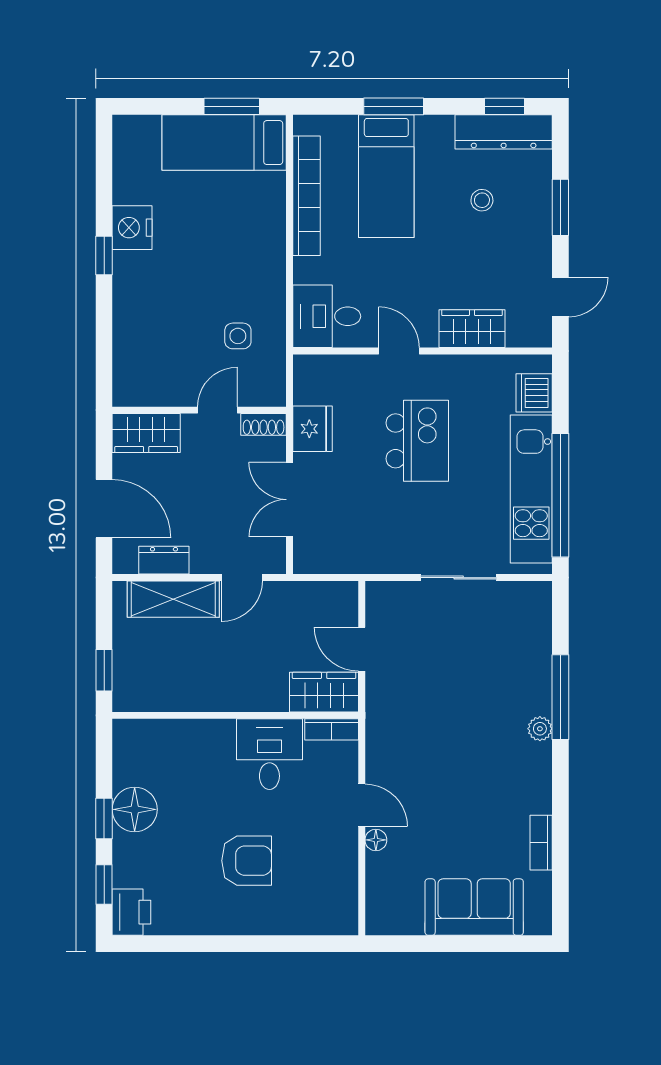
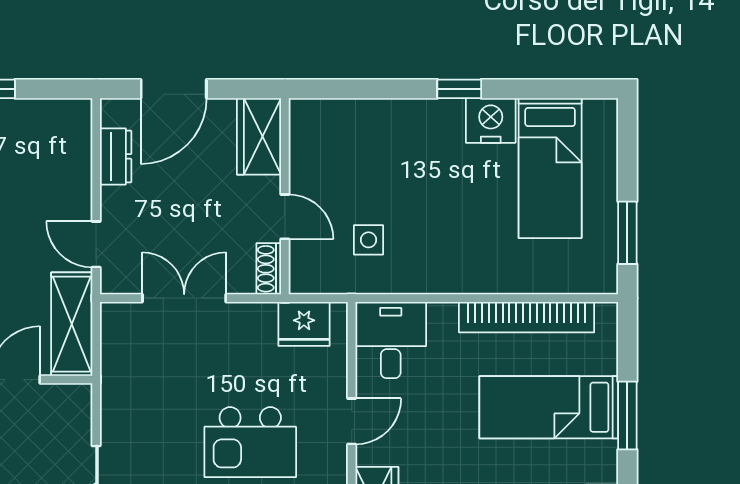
bed: (224, 143) -> (550, 168), moved, turned 180
fridge: (312, 429) -> (304, 324), moved
shelving: (173, 599) -> (72, 324), moved

